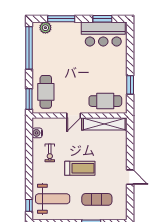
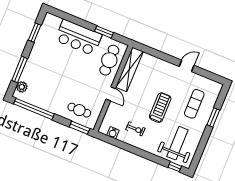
bar counter: (103, 34) -> (78, 37), moved, turned 90
cafe table: (46, 92) -> (79, 110), width x0.73, depth x0.74

